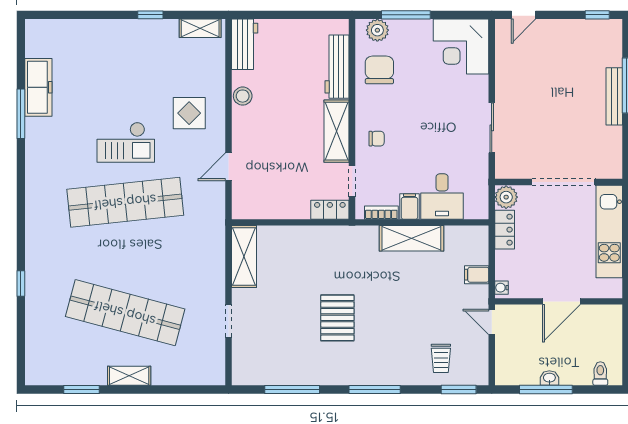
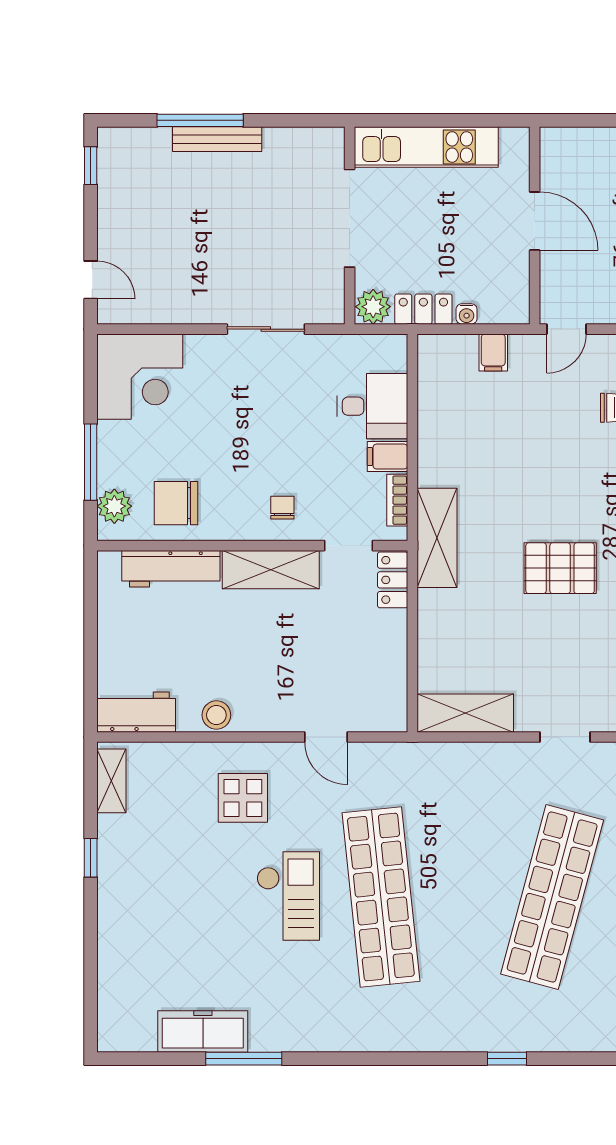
shelving: (411, 238) -> (437, 538), moved
water cooler: (502, 288) -> (467, 314), moved

